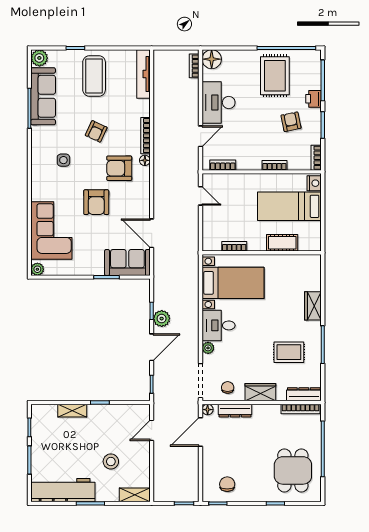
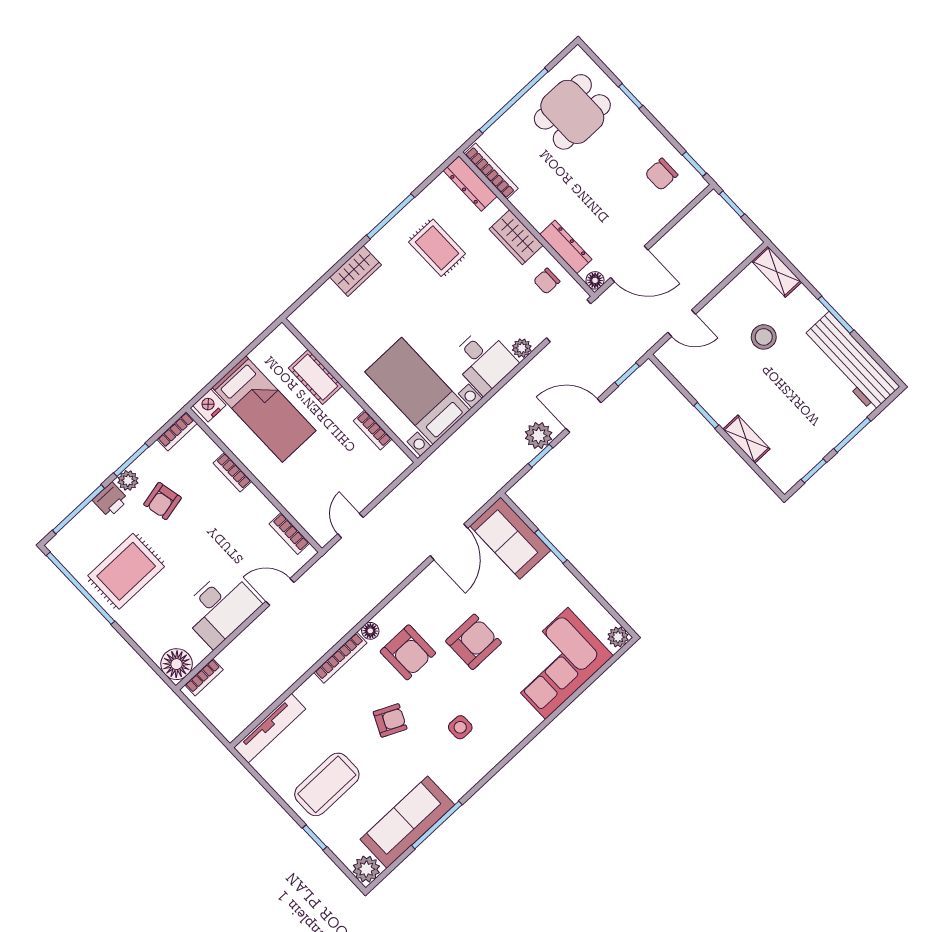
plant: (315, 115) -> (128, 480), added

